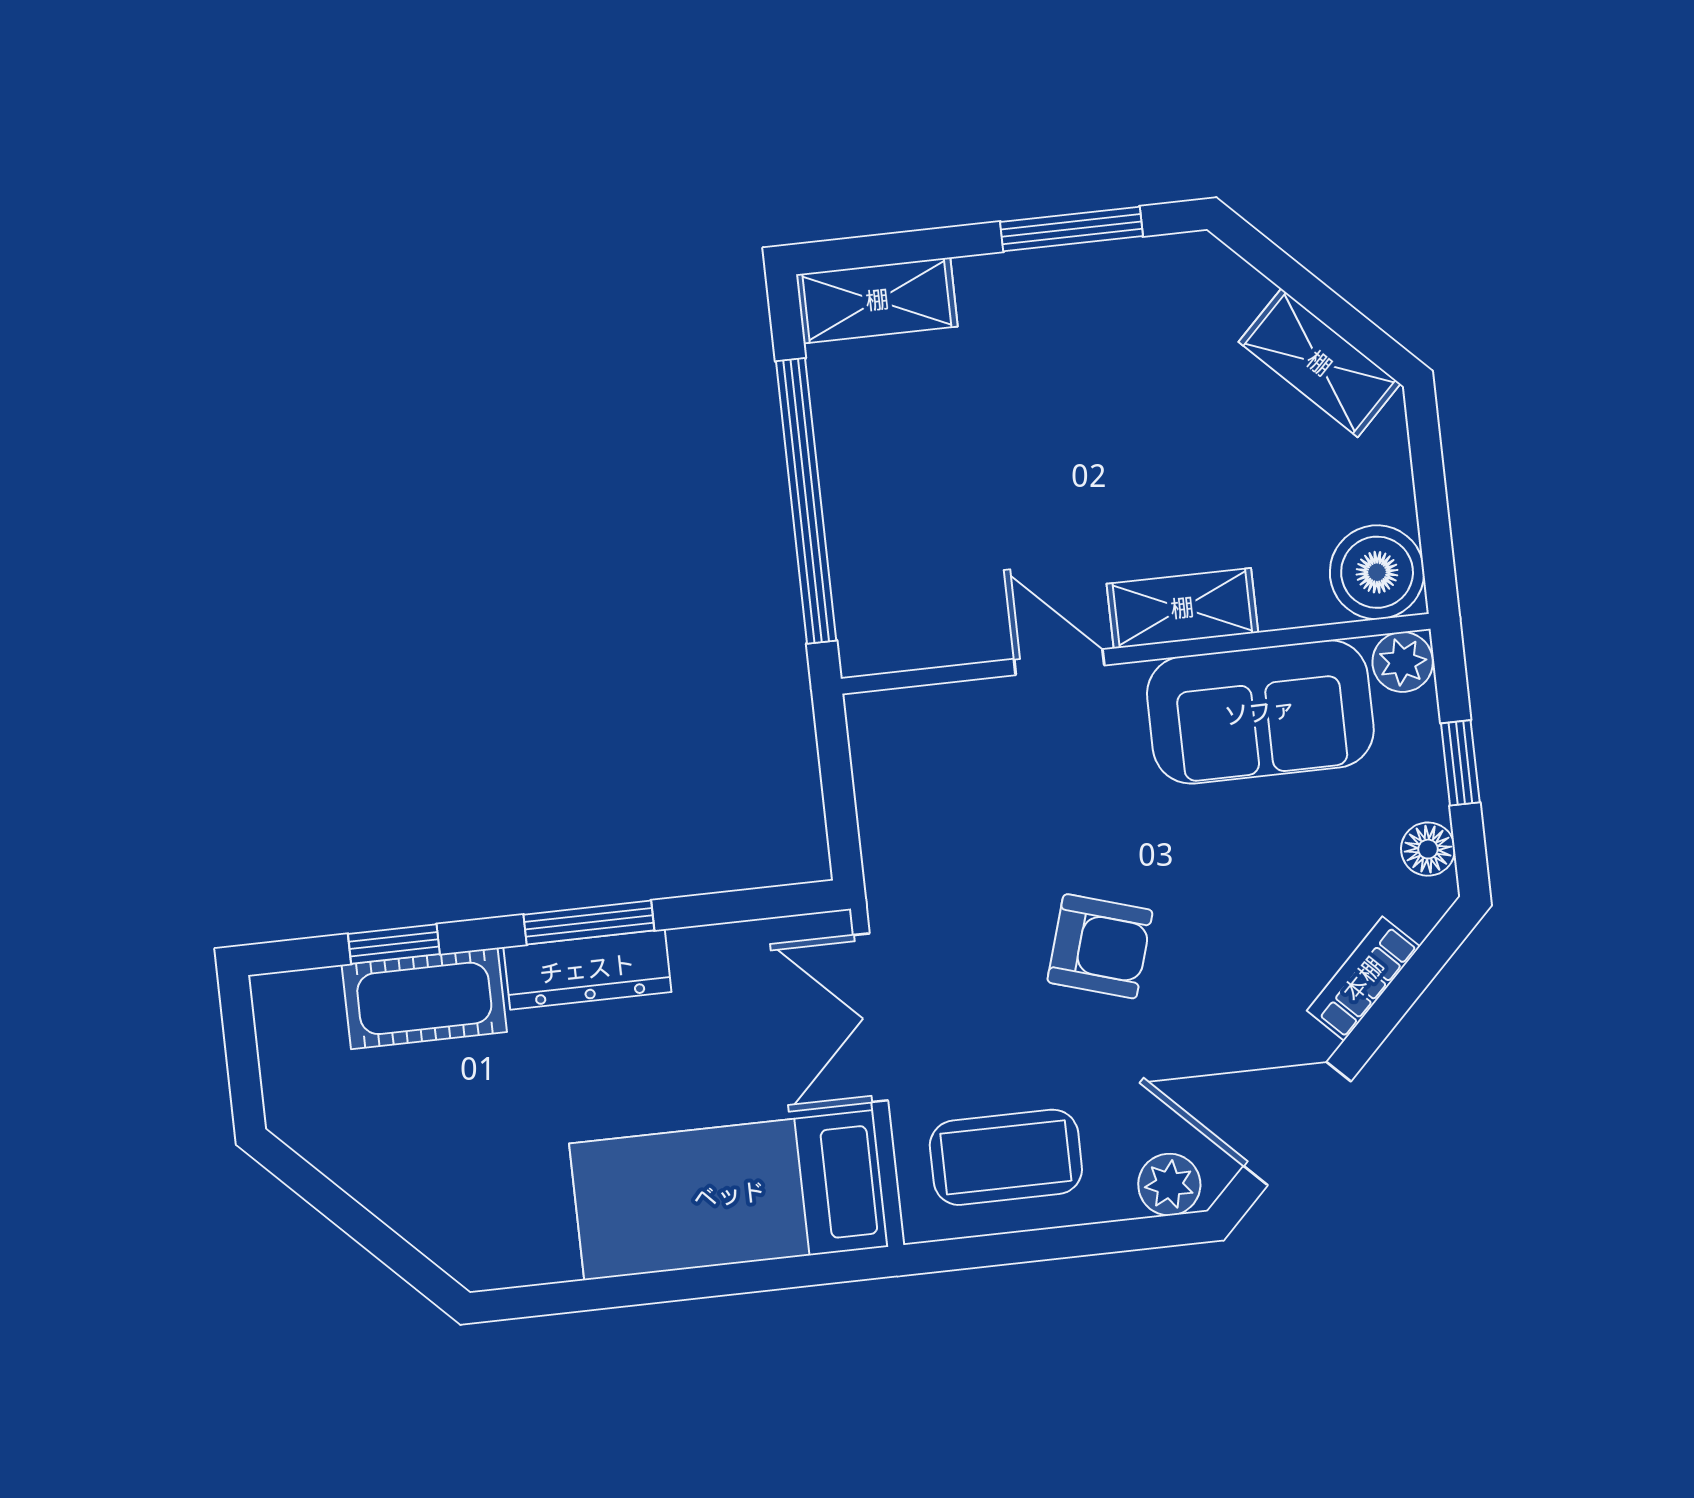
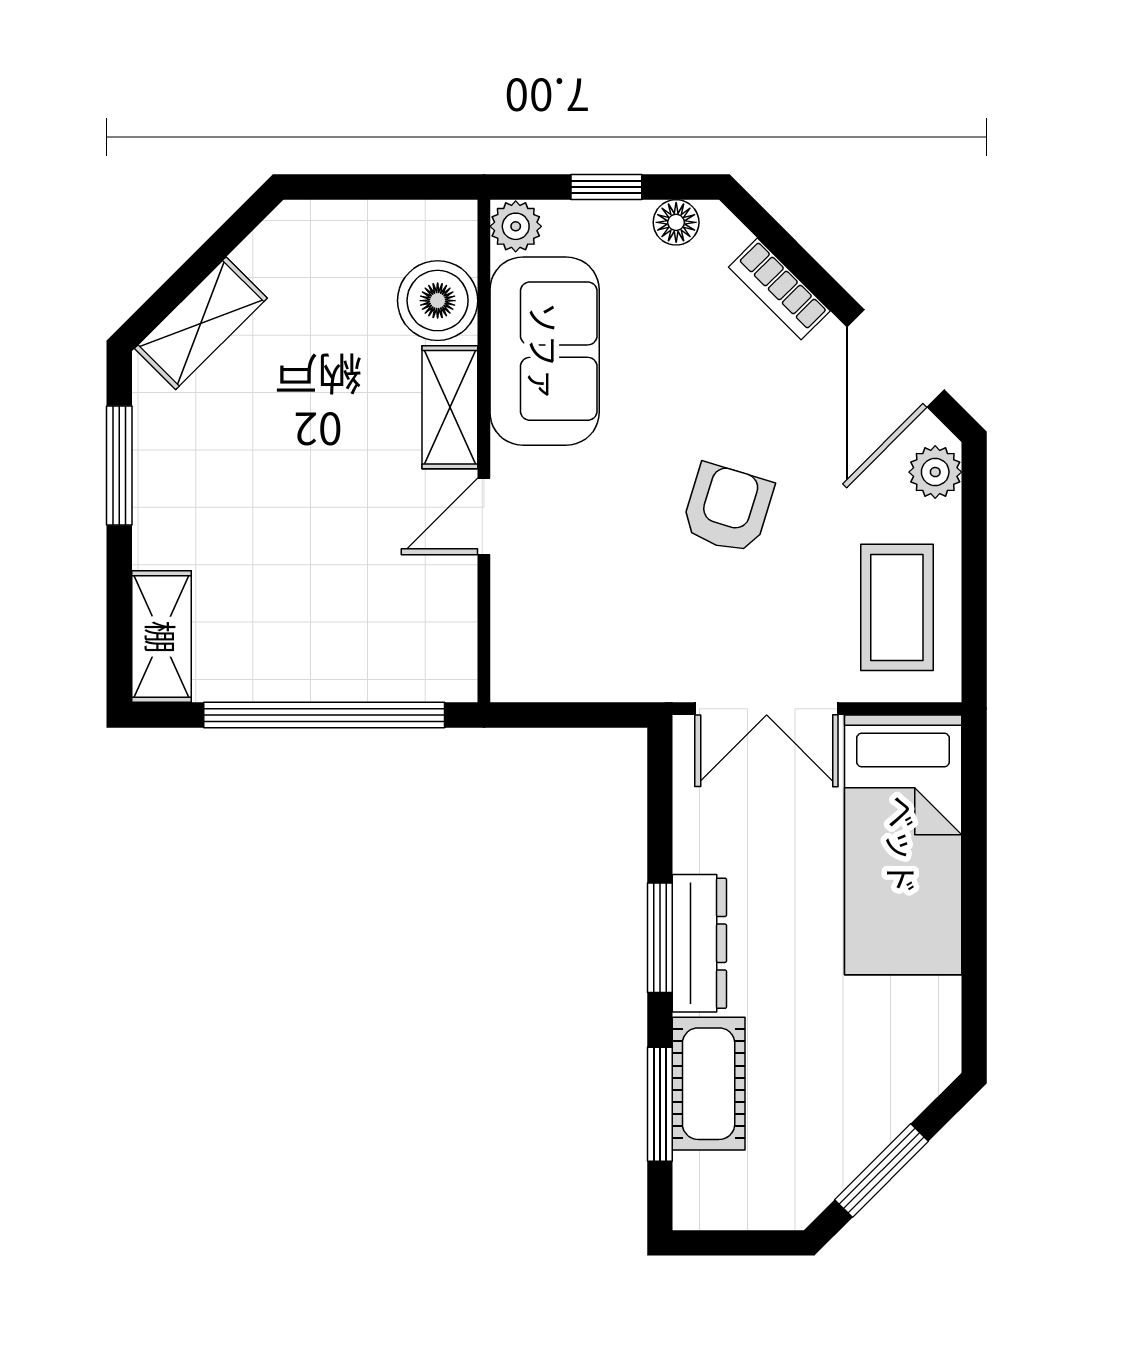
shelving: (1319, 363) -> (201, 323), moved
boiler: (1377, 572) -> (438, 301), moved
window: (394, 944) -> (660, 1104), width x1.50
window: (345, 1212) -> (882, 1171), added

